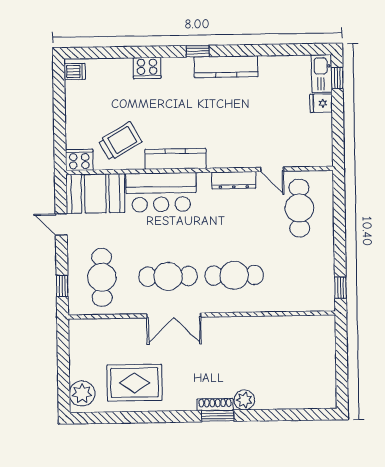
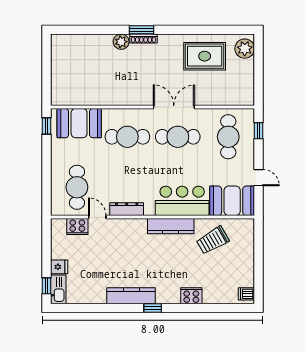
cooker: (79, 160) -> (77, 227), moved
booth: (298, 292) -> (79, 123), added

